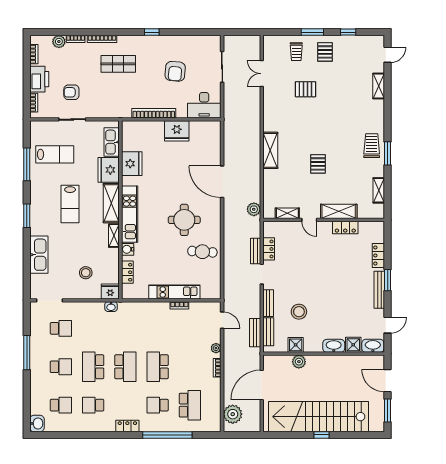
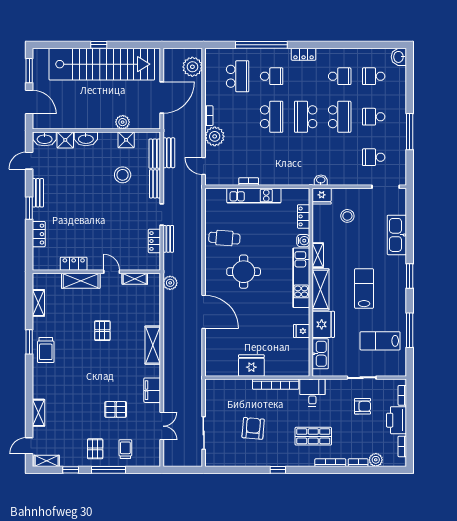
window: (312, 32) -> (108, 470), width x1.44
shelving: (371, 41) -> (47, 461), added
desk: (204, 105) -> (312, 393), moved, width x0.73
filing cabinet: (271, 108) -> (152, 390), added
fridge: (132, 164) -> (302, 331), width x0.53, depth x0.75
bench: (379, 290) -> (38, 193), width x0.73
plant: (216, 348) -> (215, 136), width x1.87, depth x1.87
school desk: (190, 405) -> (238, 76), turned 180

